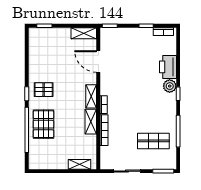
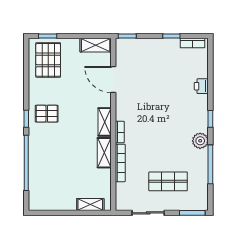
printer: (168, 67) -> (201, 86), width x0.53, depth x0.68
plant: (170, 86) -> (200, 141), moved
pallet: (43, 124) -> (48, 60), moved
shop shelf: (153, 141) -> (168, 181), moved

